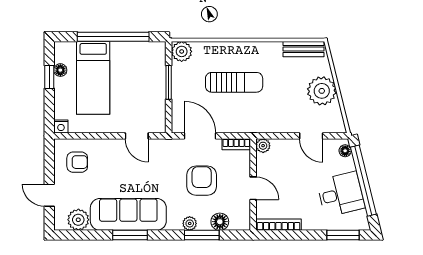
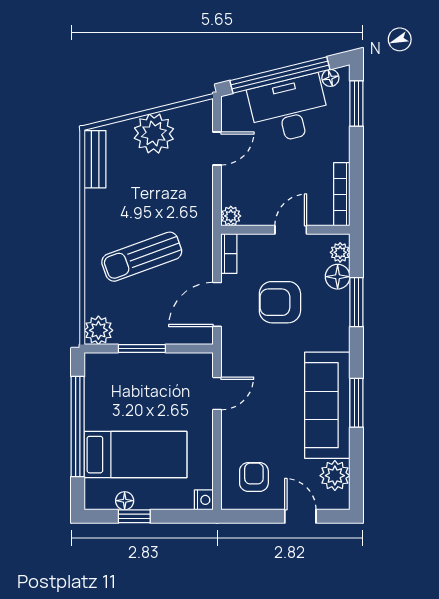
sun lounger: (234, 82) -> (142, 257), turned -110
floor lamp: (345, 151) -> (330, 78), moved
desk: (341, 194) -> (289, 109), width x1.37
door: (49, 195) -> (300, 516), swing flipped
plant: (190, 223) -> (340, 252), moved

